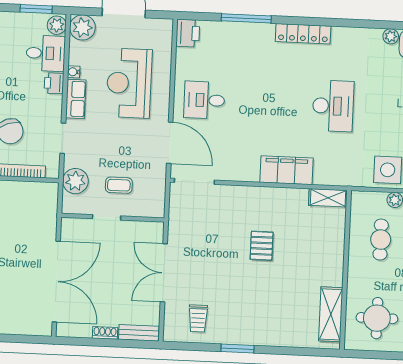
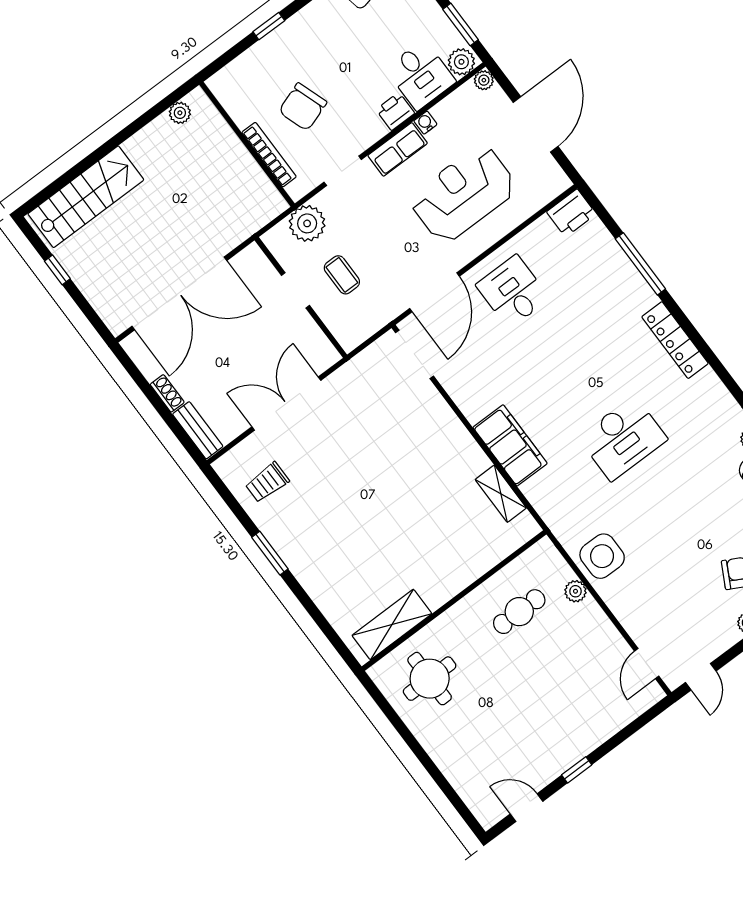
plant: (82, 27) -> (484, 80), width x0.53, depth x0.53
shelving: (328, 198) -> (501, 494), moved
pallet: (262, 246) -> (405, 486), removed

